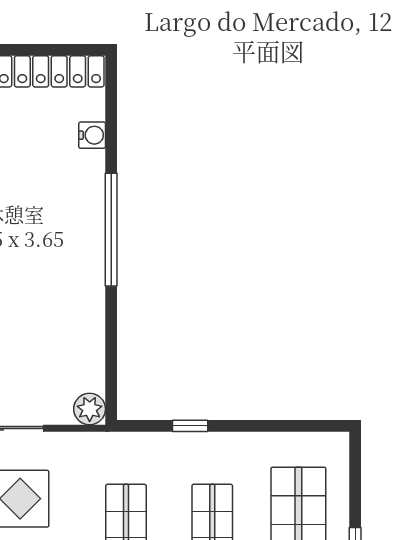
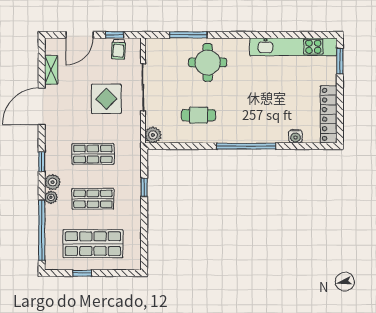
cafe table: (51, 321) -> (199, 115), added

